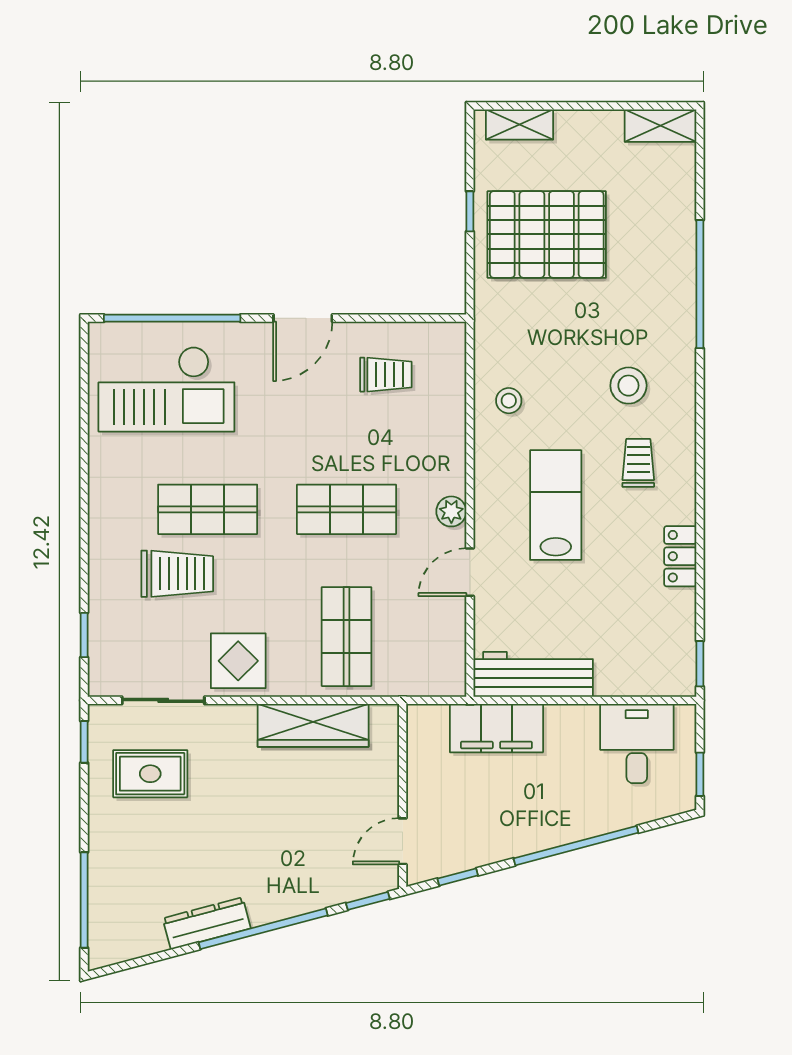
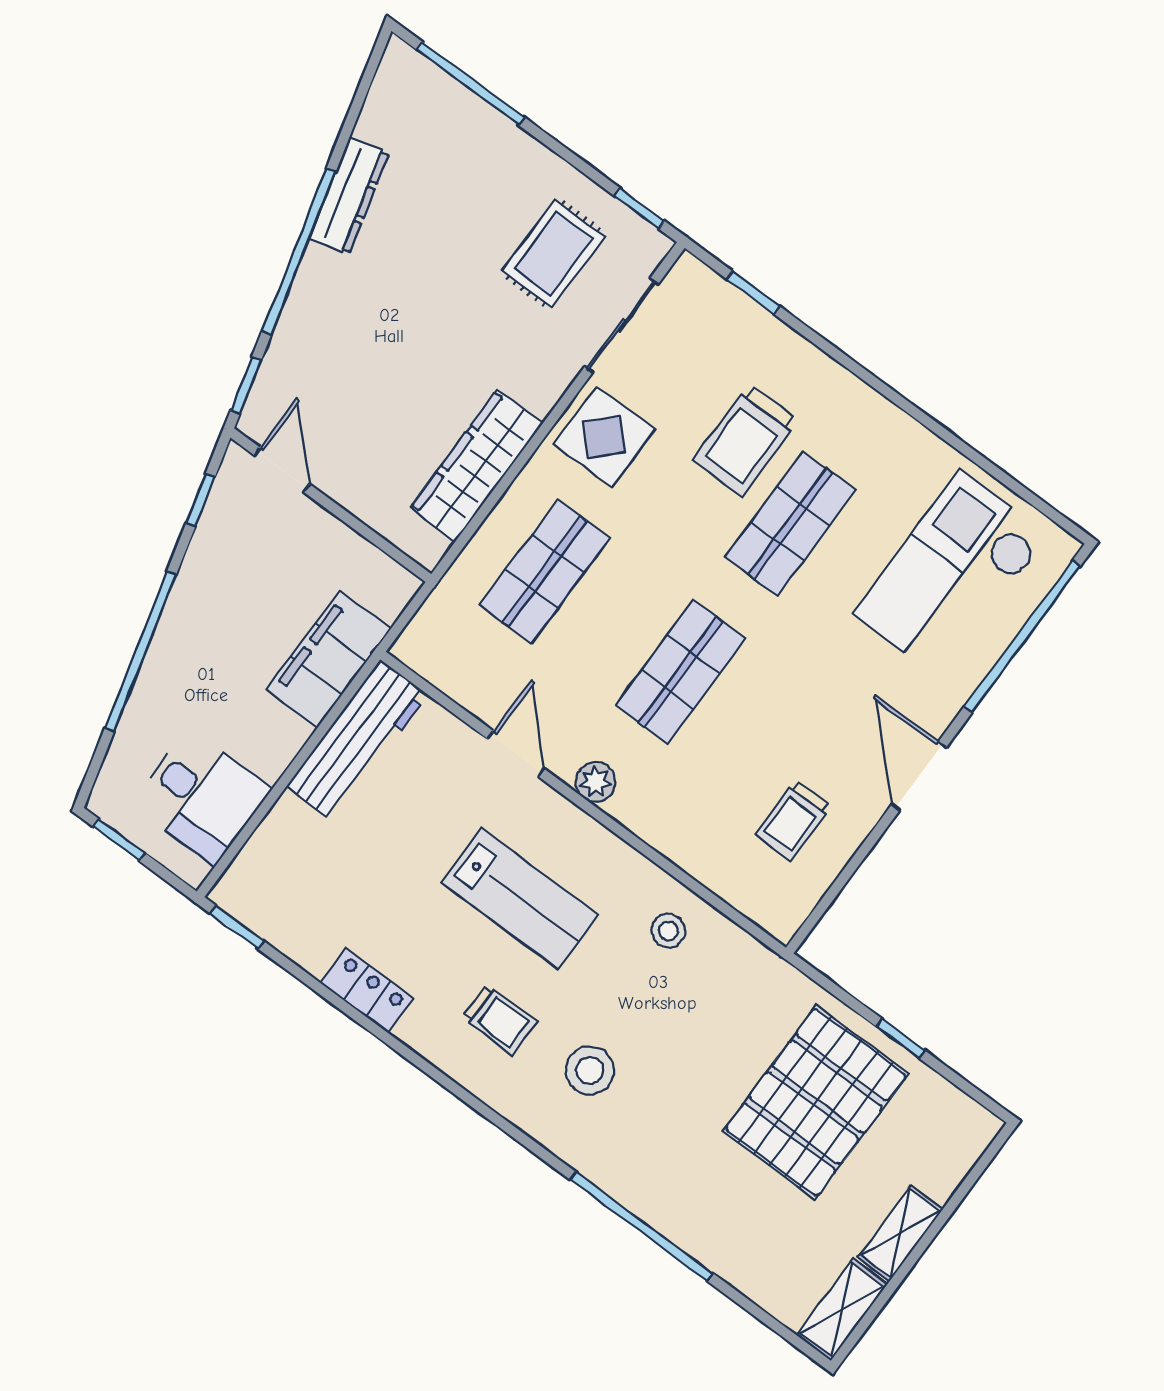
shelving: (520, 125) -> (900, 1233), moved
shop shelf: (346, 637) -> (545, 571), turned 90

